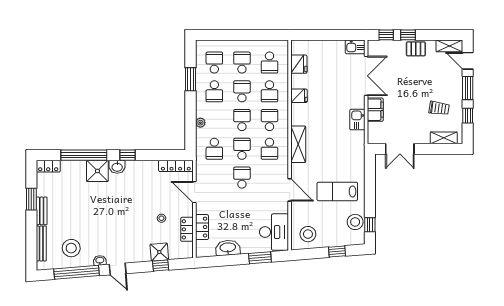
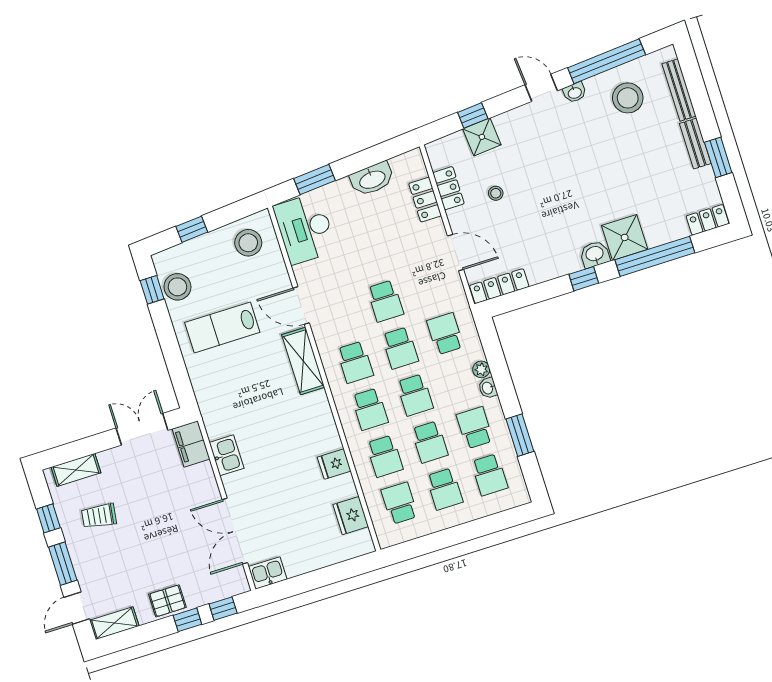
door: (468, 61) -> (77, 608), swing flipped
school desk: (269, 91) -> (385, 456), turned 180
filing cabinet: (375, 110) -> (191, 444), moved
washbasin: (200, 111) -> (488, 388), added
shelving: (298, 144) -> (303, 361), moved
school desk: (269, 149) -> (355, 362), turned 180
lab bench: (337, 191) -> (222, 327), turned 180

